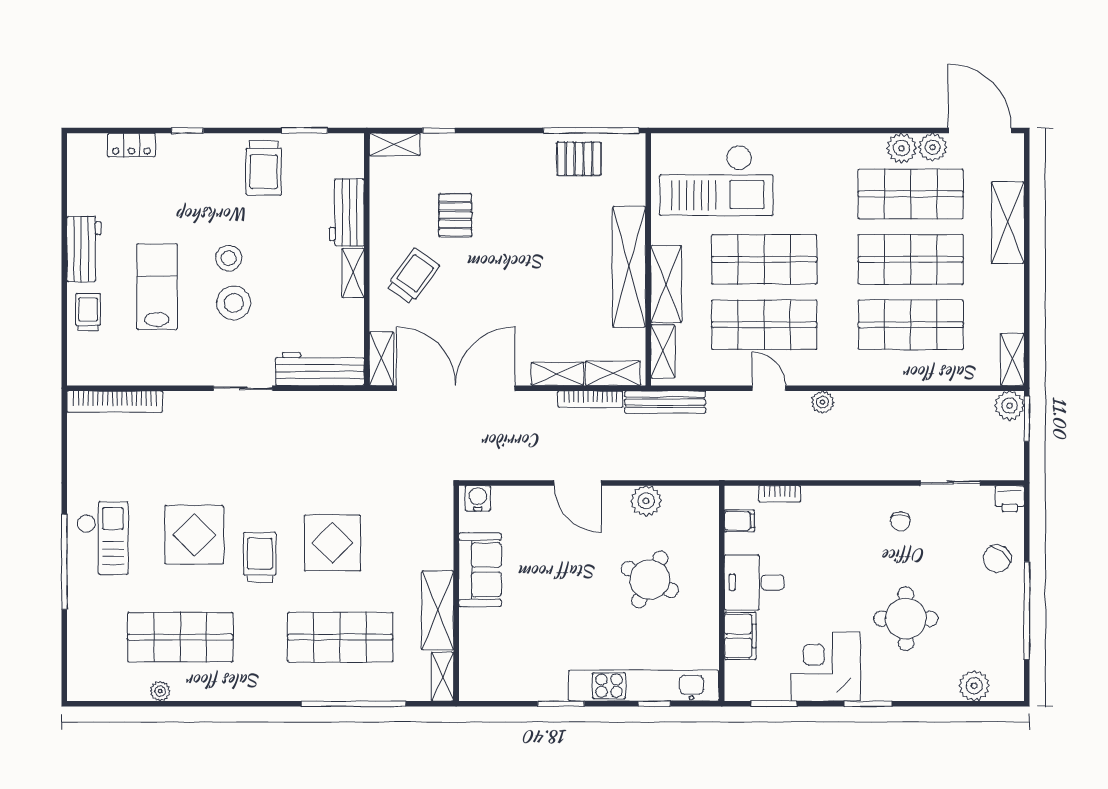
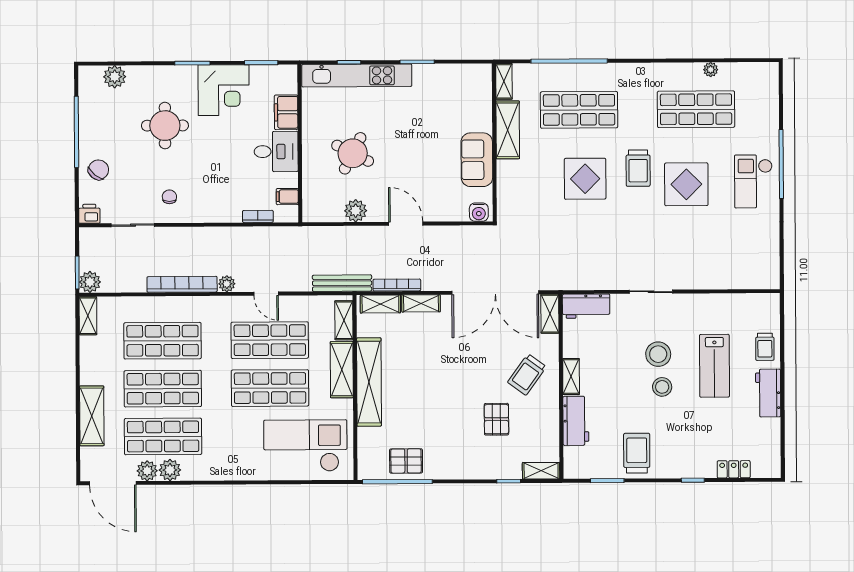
workbench: (320, 369) -> (586, 306), width x0.73
bookcase: (115, 402) -> (182, 284), moved

